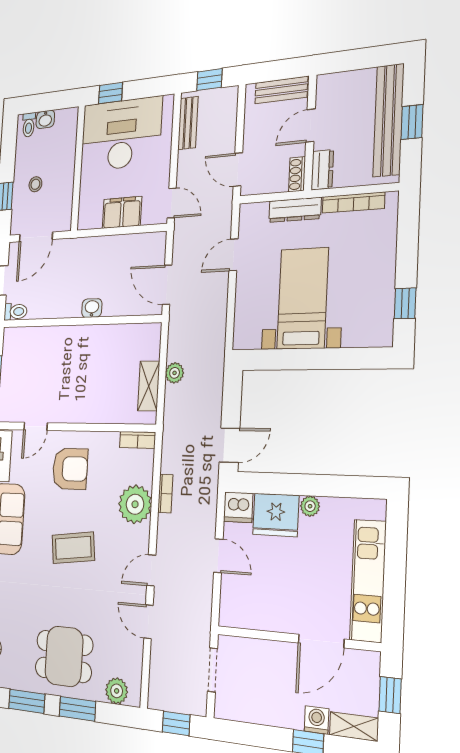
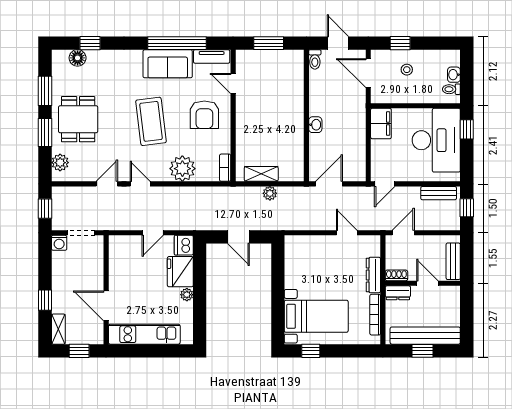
toilet: (29, 125) -> (451, 89), moved
filing cabinet: (122, 212) -> (381, 124), moved
bed with nightstands: (303, 298) -> (316, 316), moved
door: (230, 445) -> (238, 237), moved
bookcase: (165, 494) -> (190, 191), removed
coffee table: (73, 548) -> (151, 121), width x1.36, depth x1.32
washing machine: (317, 720) -> (59, 243), moved, turned 90

